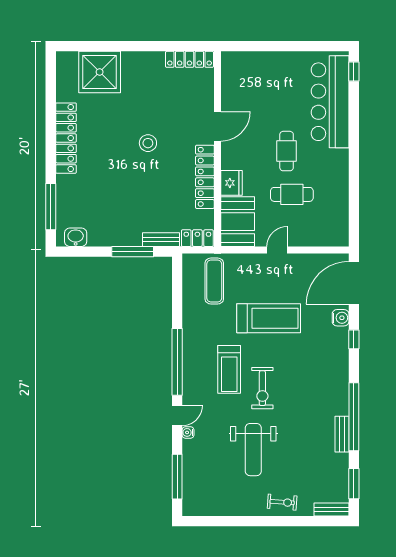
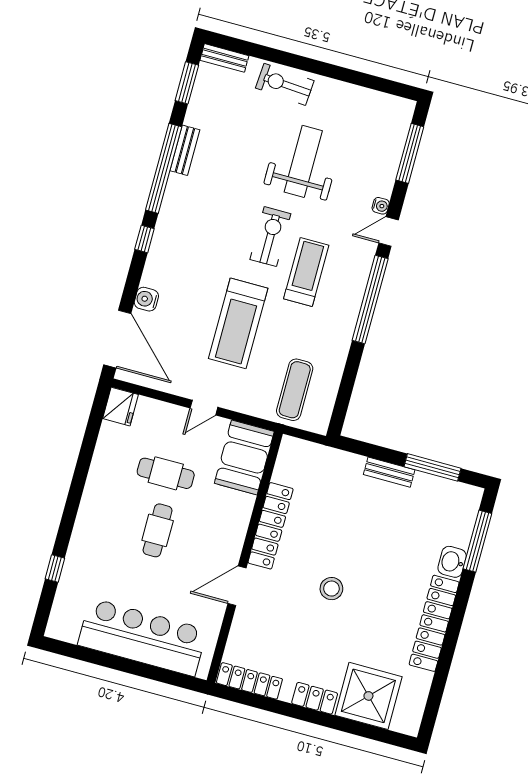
window: (354, 72) -> (55, 569), moved
bar counter: (330, 102) -> (142, 637), moved, turned -90
fridge: (232, 183) -> (120, 407), moved, turned 180
washbasin: (76, 237) -> (452, 562), moved, turned 90
locker: (197, 238) -> (315, 698), moved, turned 180
bench: (161, 240) -> (389, 472), moved
window: (133, 252) -> (433, 467), moved
door: (354, 283) -> (117, 339), hinge flipped
treadmill: (269, 318) -> (238, 323), turned -90
window: (354, 339) -> (144, 239), moved
exercise bike: (282, 502) -> (285, 84), width x1.38, depth x1.39

